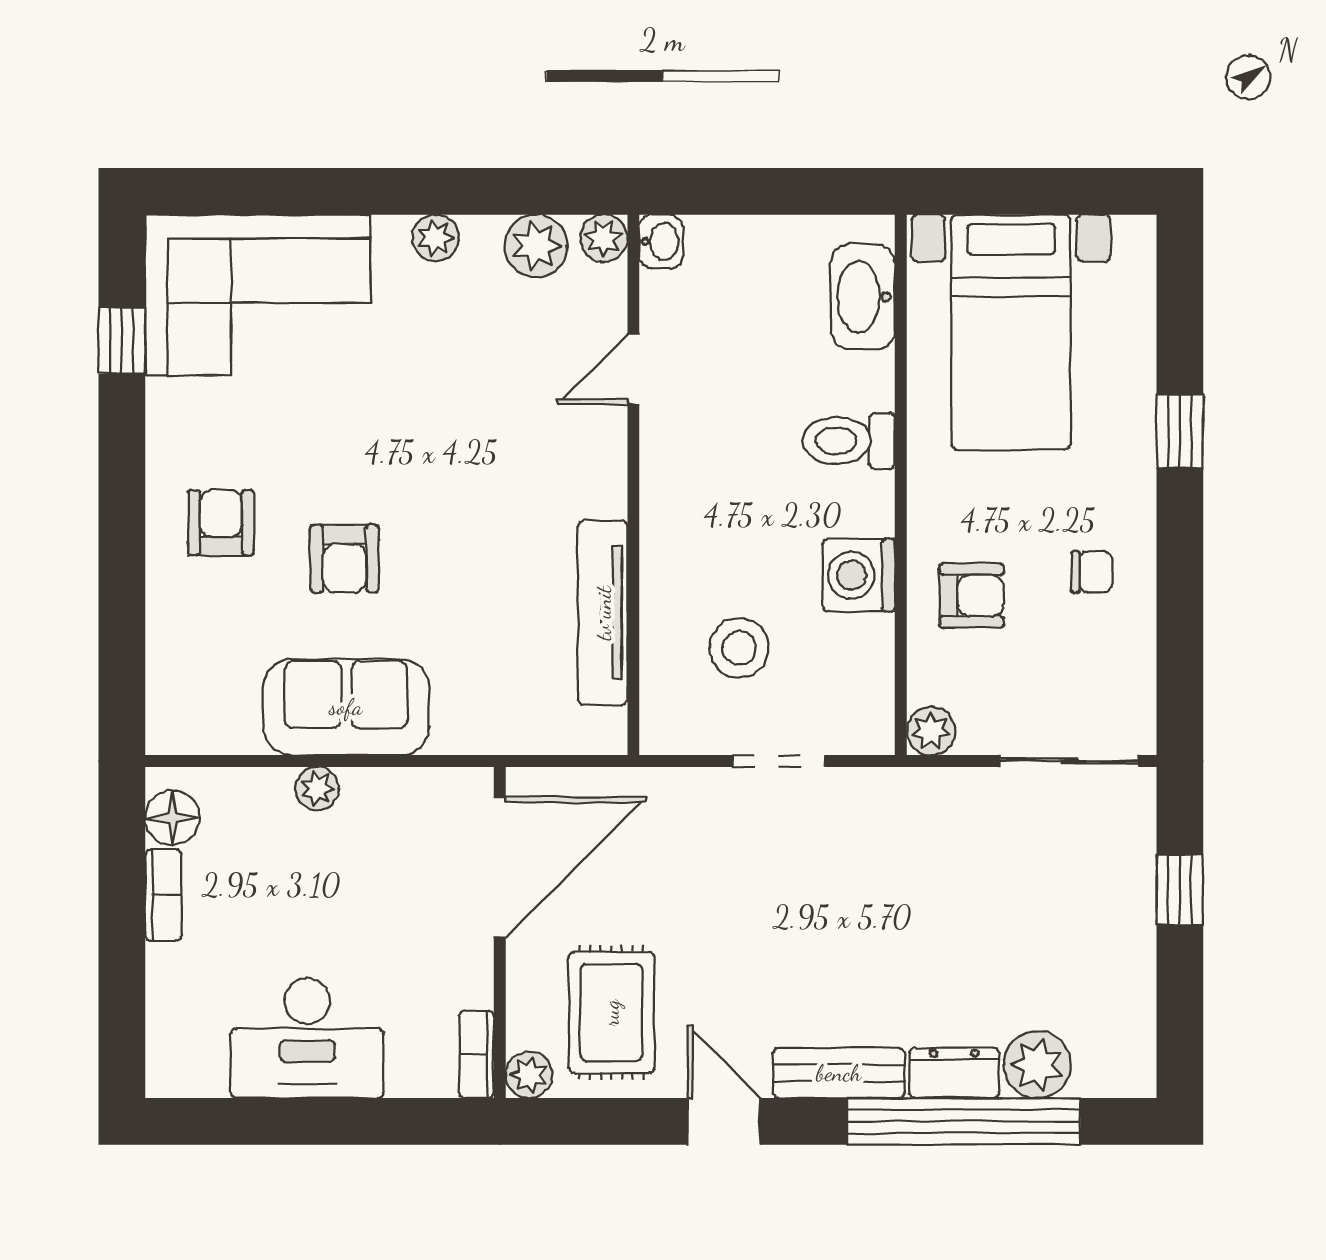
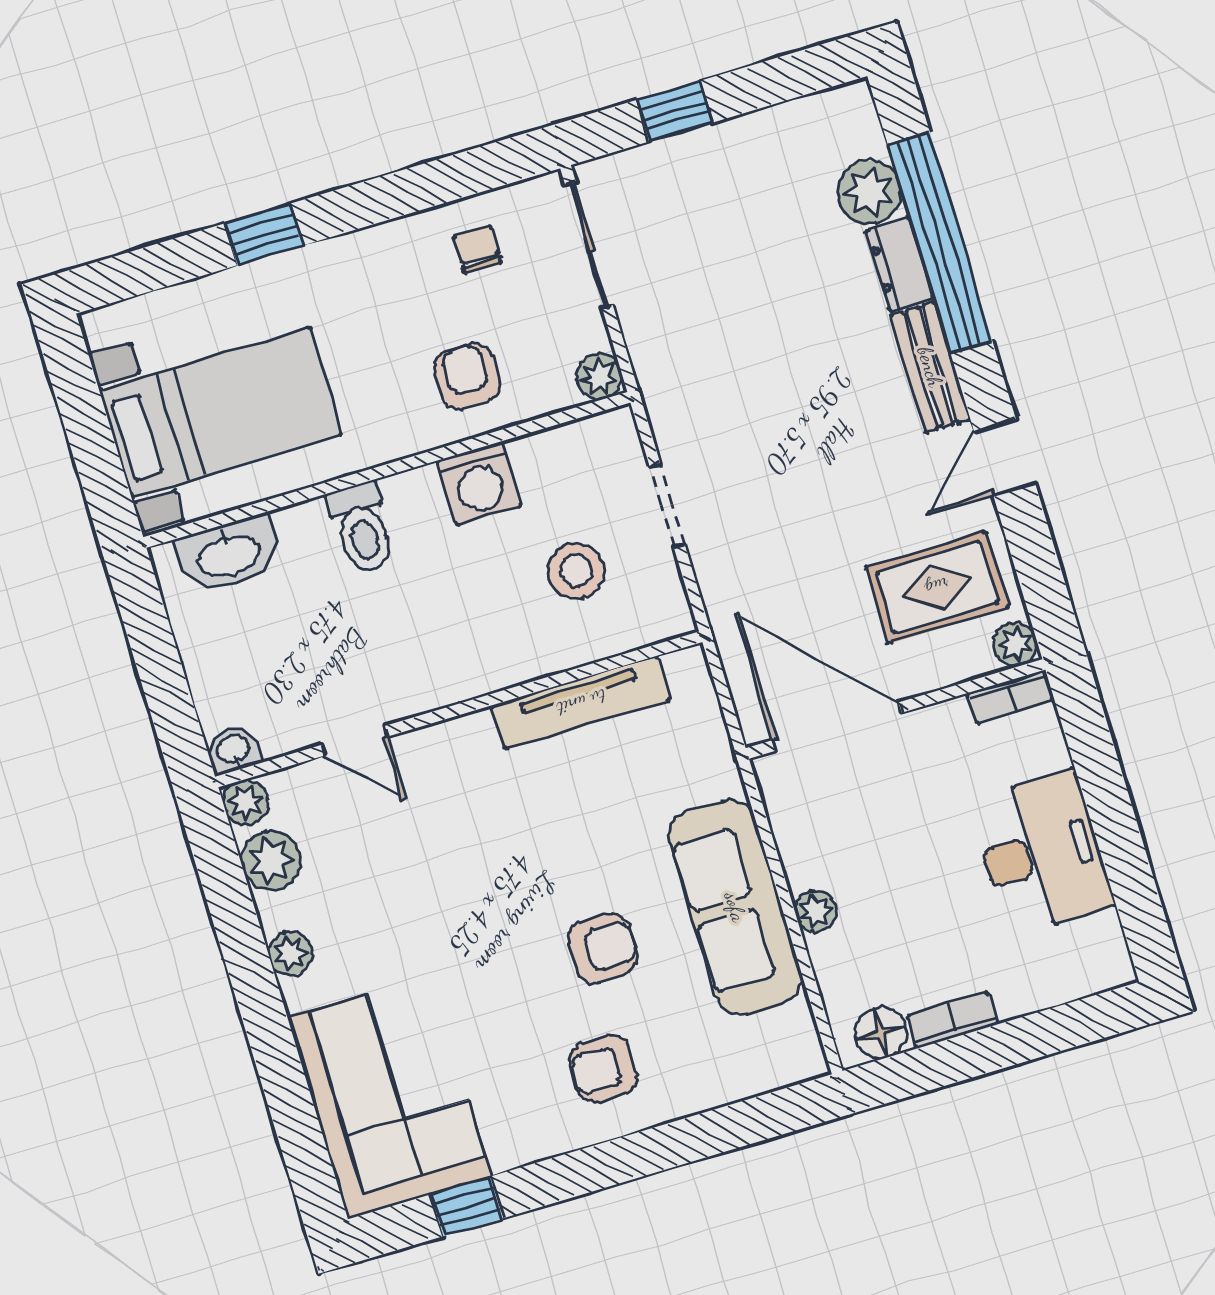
chair: (1092, 572) -> (477, 249), moved
sofa: (346, 707) -> (735, 907), width x1.36

